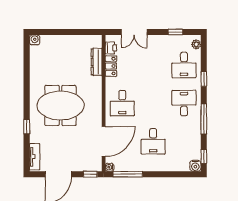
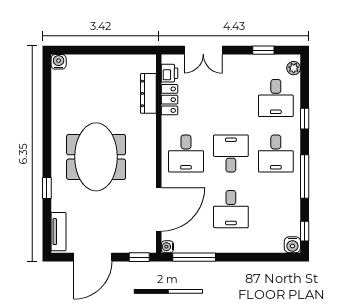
desk: (153, 103) -> (231, 154), added
desk: (184, 103) -> (276, 154), turned 180
meeting table: (60, 105) -> (96, 157), turned 90

